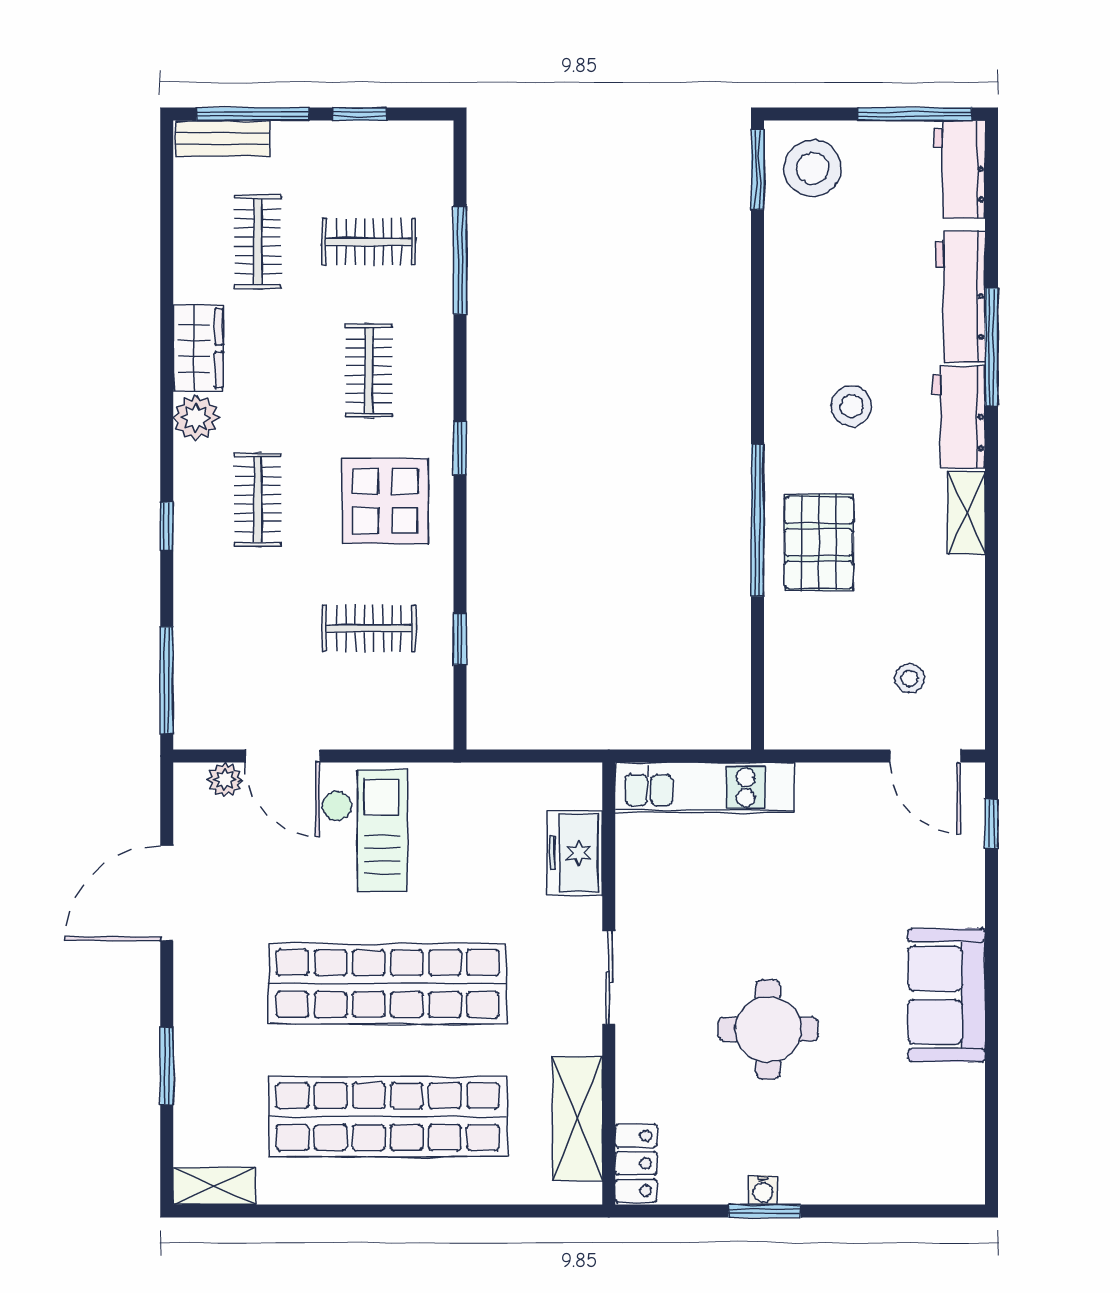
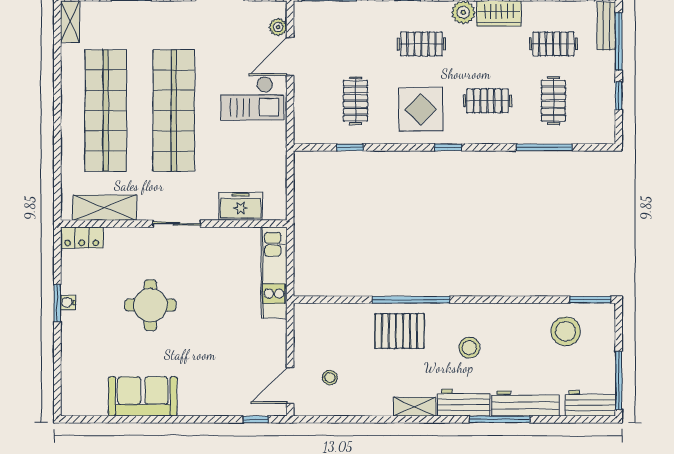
stool: (812, 168) -> (566, 331), moved
sofa: (947, 995) -> (143, 396), moved

